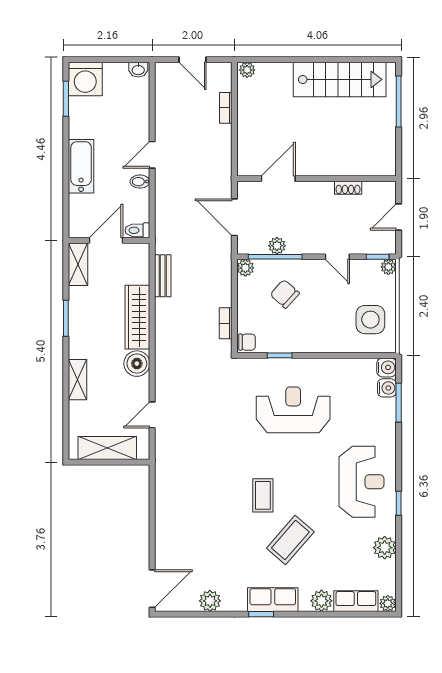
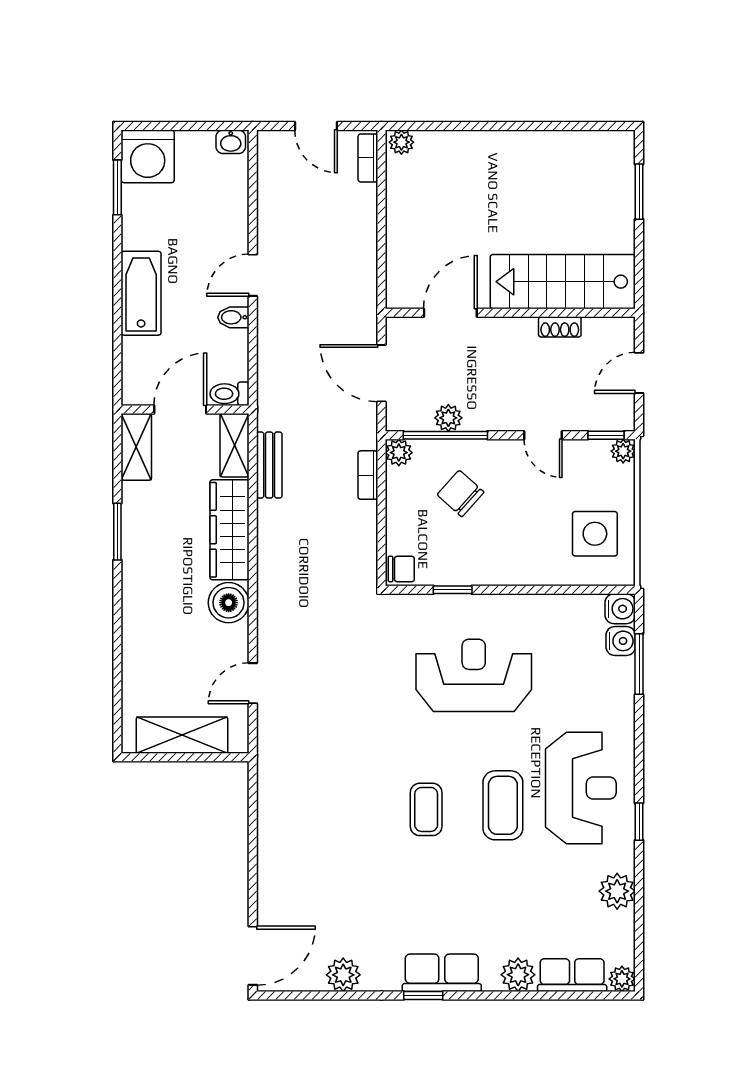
stairs: (340, 79) -> (563, 282), moved, turned 180
window: (399, 101) -> (639, 192), width x0.69
bookcase: (226, 108) -> (368, 158), moved
bookcase: (226, 323) -> (368, 475), moved
shelving: (78, 380) -> (234, 445), moved
coffee table: (290, 540) -> (503, 805), moved, turned -41

